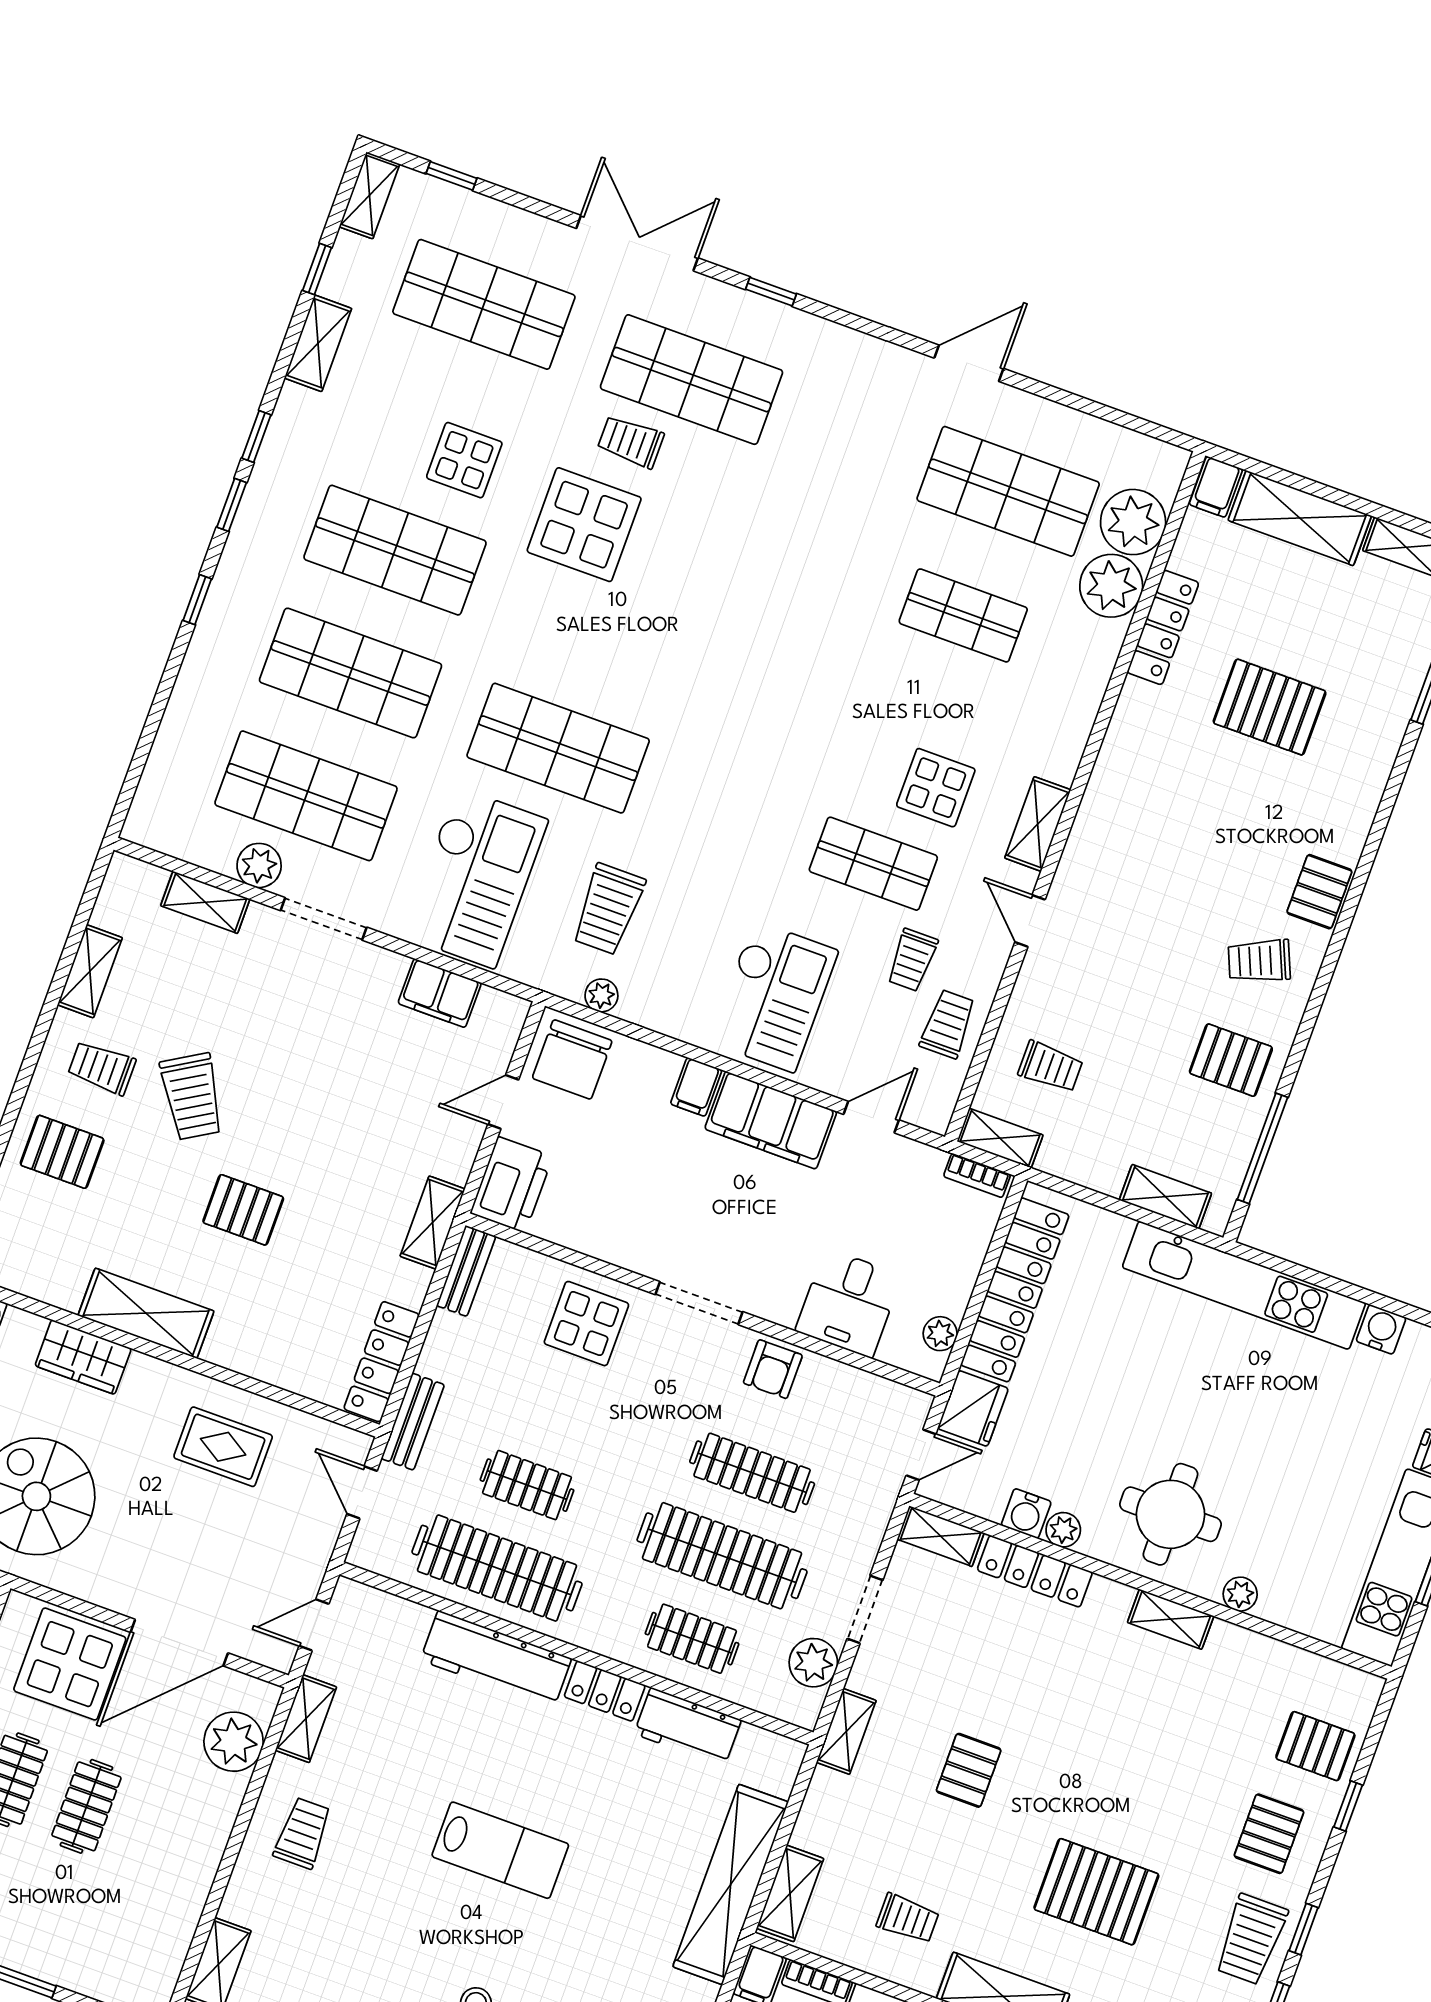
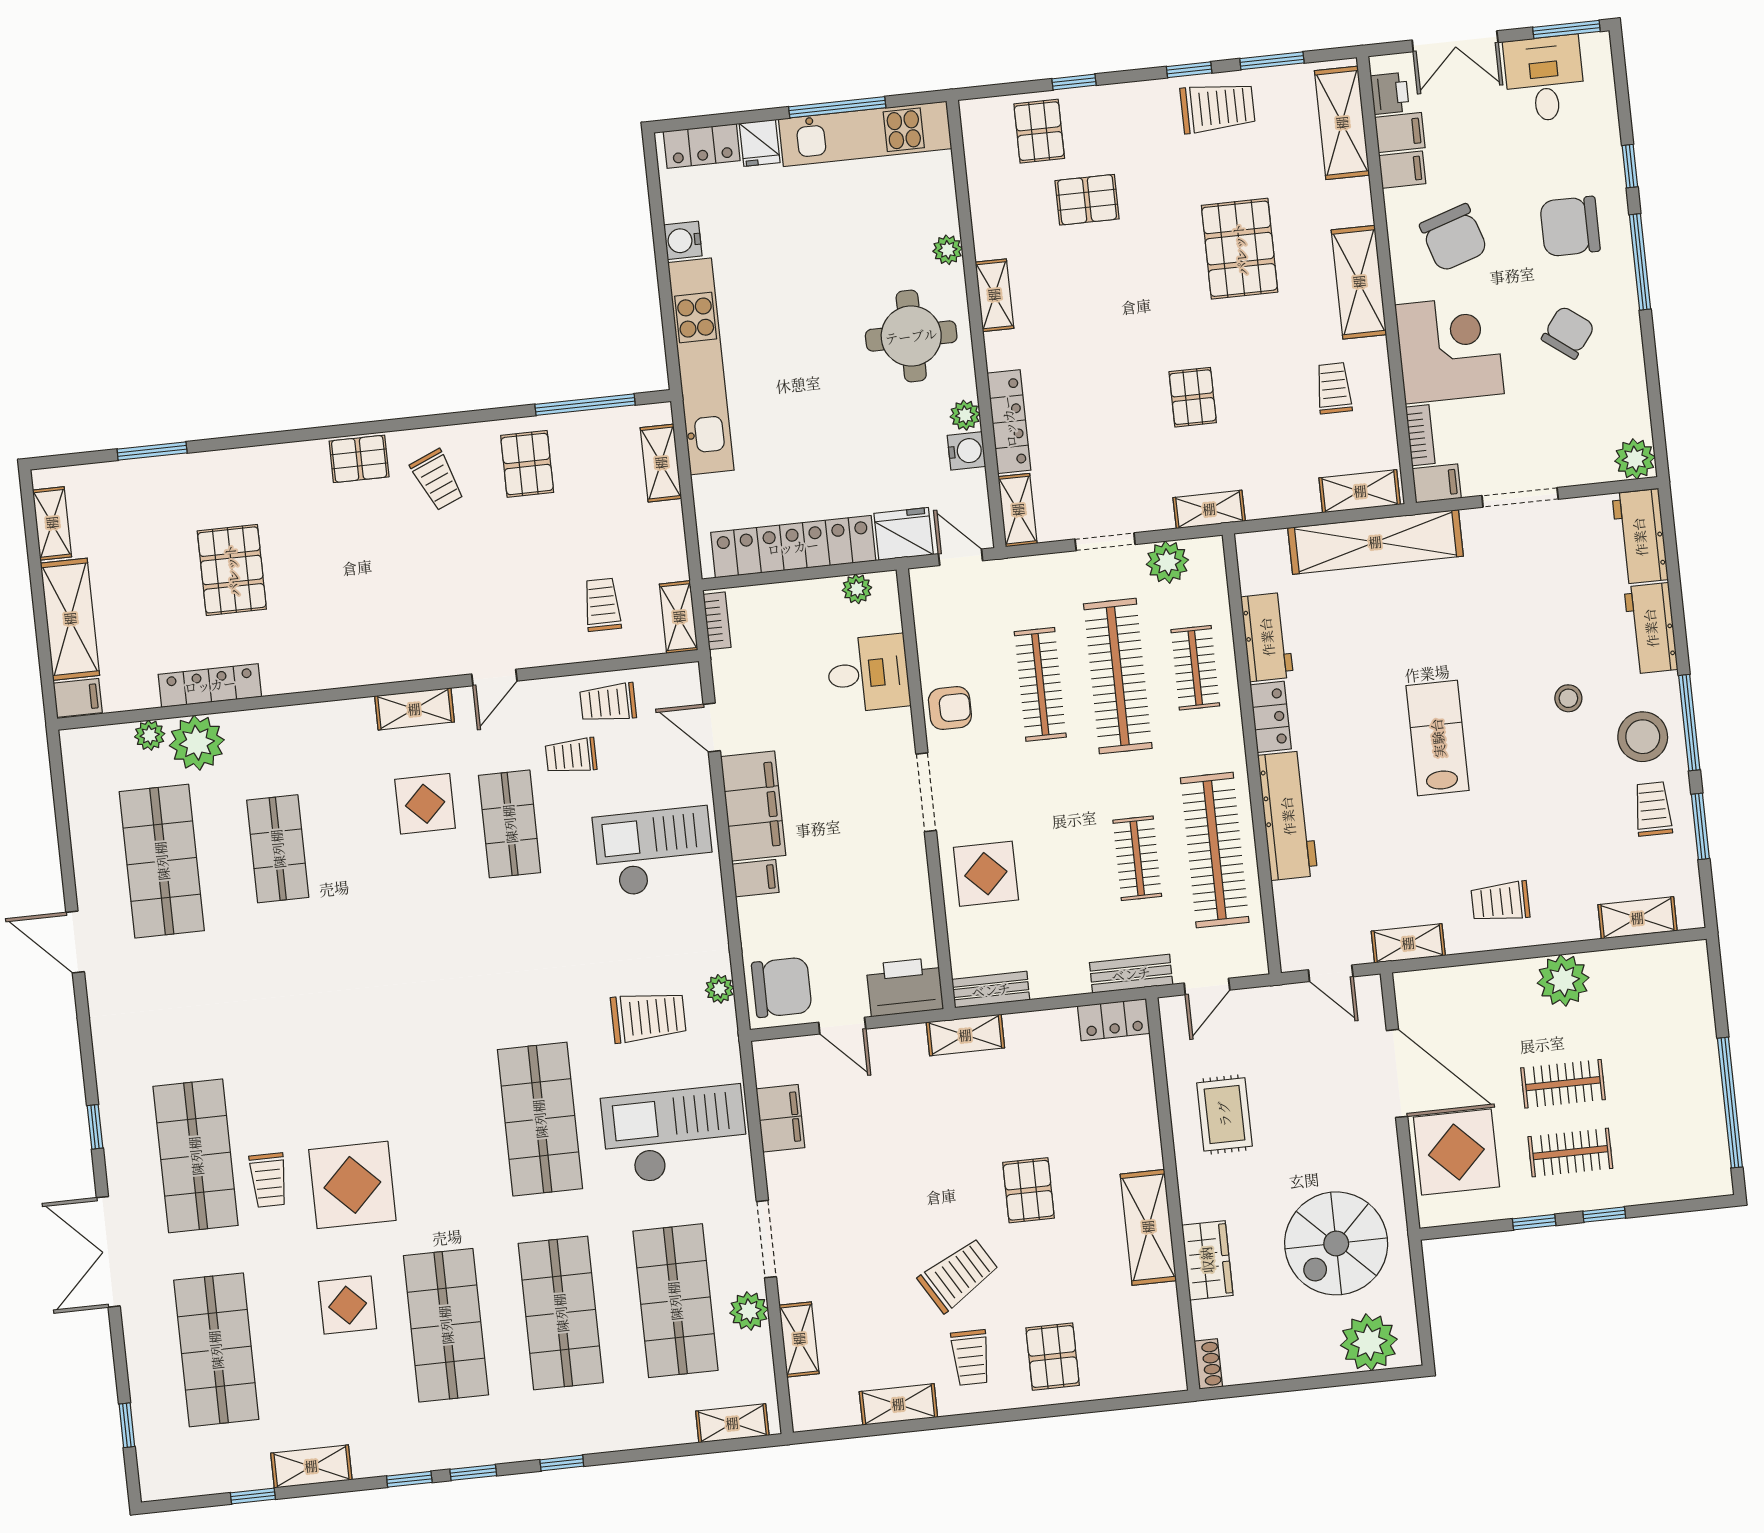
shelving: (369, 195) -> (732, 1423), moved
plant: (1133, 522) -> (150, 735), width x0.53, depth x0.53
trolley: (912, 960) -> (571, 756), turned 180
locker: (382, 1362) -> (1114, 1020), width x0.66
plant: (234, 1742) -> (1563, 980), moved
pallet: (969, 1770) -> (1193, 397), turned 90
pallet: (1269, 1834) -> (1087, 200), moved

